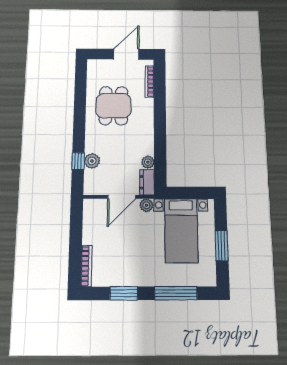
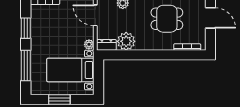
door: (126, 54) -> (210, 18), moved
plant: (148, 162) -> (126, 41), width x1.87, depth x1.87
door: (122, 197) -> (95, 15), moved

